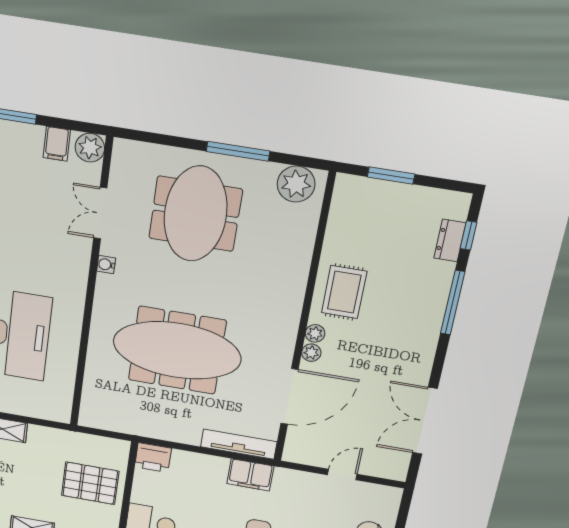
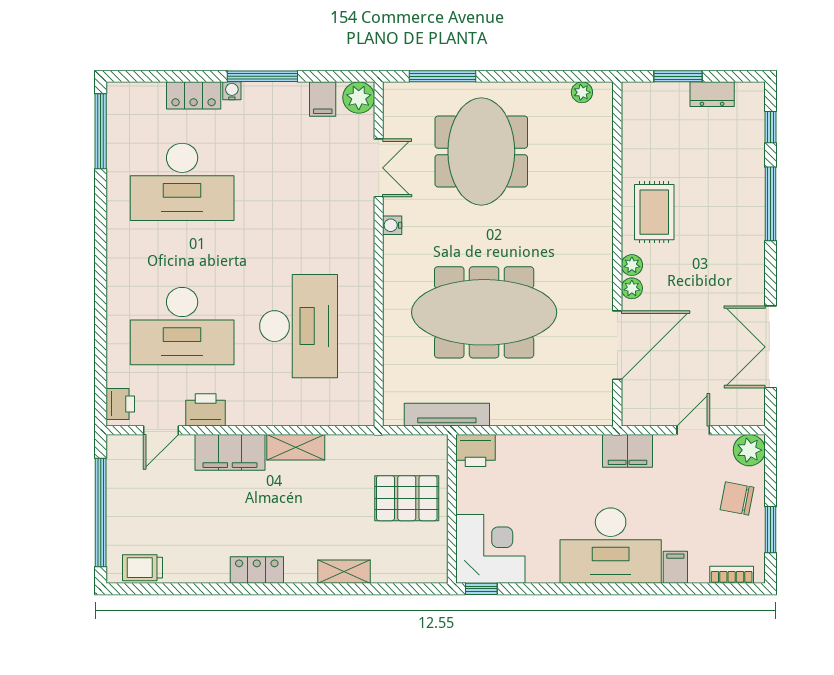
window: (238, 151) -> (443, 76), moved
plant: (296, 184) -> (582, 92), width x0.53, depth x0.53
double door: (100, 213) -> (379, 168), swing flipped
dresser: (450, 240) -> (712, 94), moved, turned -90
tv unit: (239, 444) -> (447, 415), moved
filing cabinet: (250, 475) -> (628, 451), moved
plant: (388, 498) -> (749, 450), added

